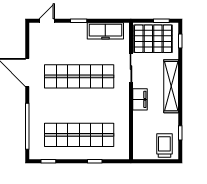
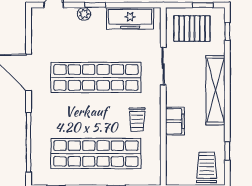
plant: (70, 28) -> (84, 14), added
pallet: (153, 39) -> (192, 29), width x0.73, depth x0.71
filing cabinet: (140, 99) -> (175, 121), moved
trolley: (111, 109) -> (137, 120), added

